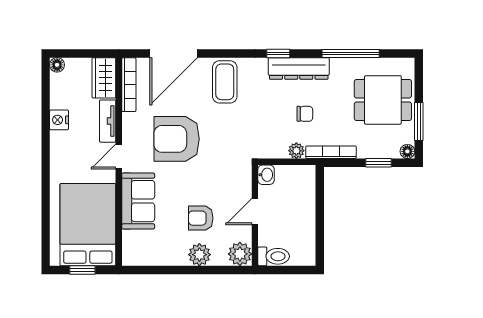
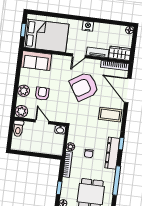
nightstand: (59, 120) -> (88, 26), moved
armchair: (177, 139) -> (84, 86), turned -122
door: (119, 157) -> (79, 56), swing flipped
sofa: (138, 201) -> (36, 61), moved

